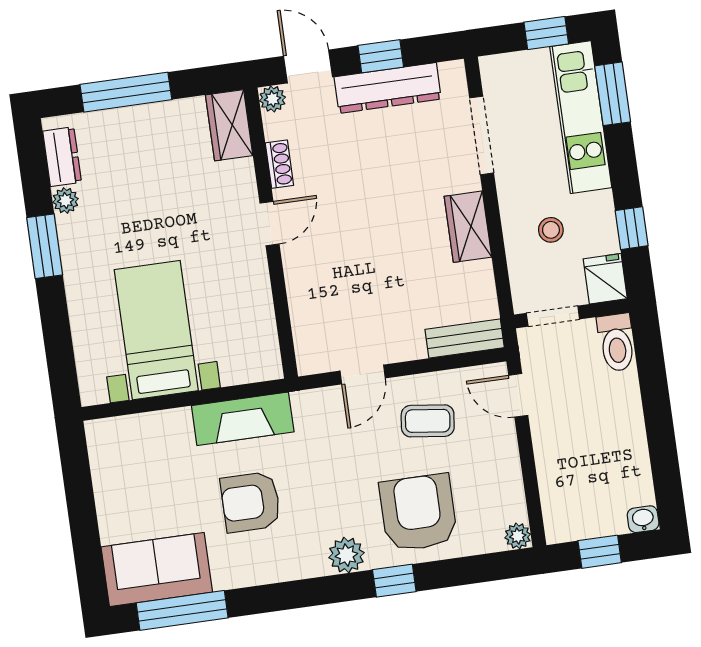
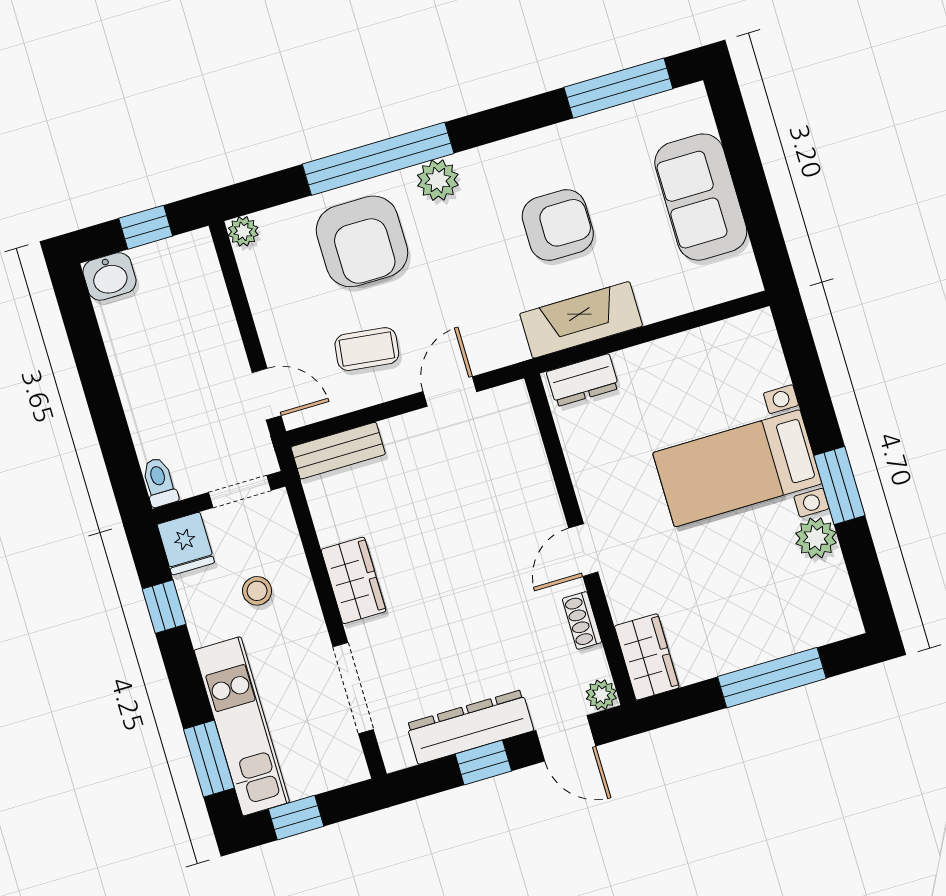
dresser: (62, 157) -> (583, 380), moved, turned -90
plant: (65, 201) -> (816, 538), width x1.38, depth x1.38
bed with nightstands: (156, 330) -> (737, 468), moved, turned 90
toilet: (616, 343) -> (159, 482), width x0.73, depth x0.72
washbasin: (643, 519) -> (110, 276), width x1.38, depth x1.45
sofa: (157, 569) -> (701, 197), moved, turned 90
window: (394, 581) -> (378, 159), width x3.17

